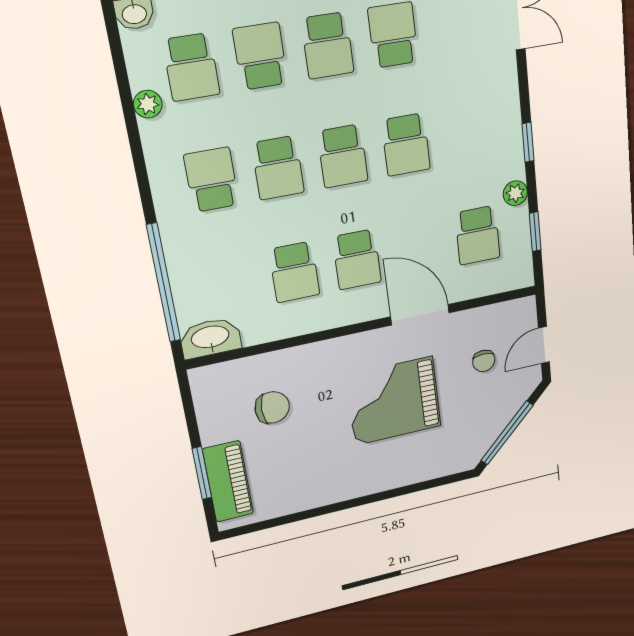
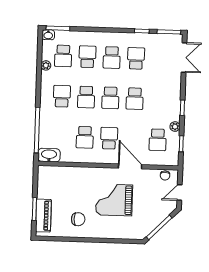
school desk: (357, 259) -> (109, 138), turned 180
chair: (484, 361) -> (165, 176), moved
chair: (272, 407) -> (78, 219), moved

